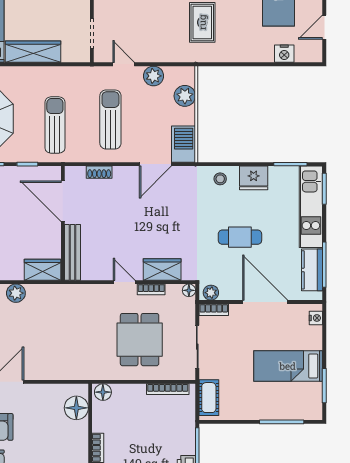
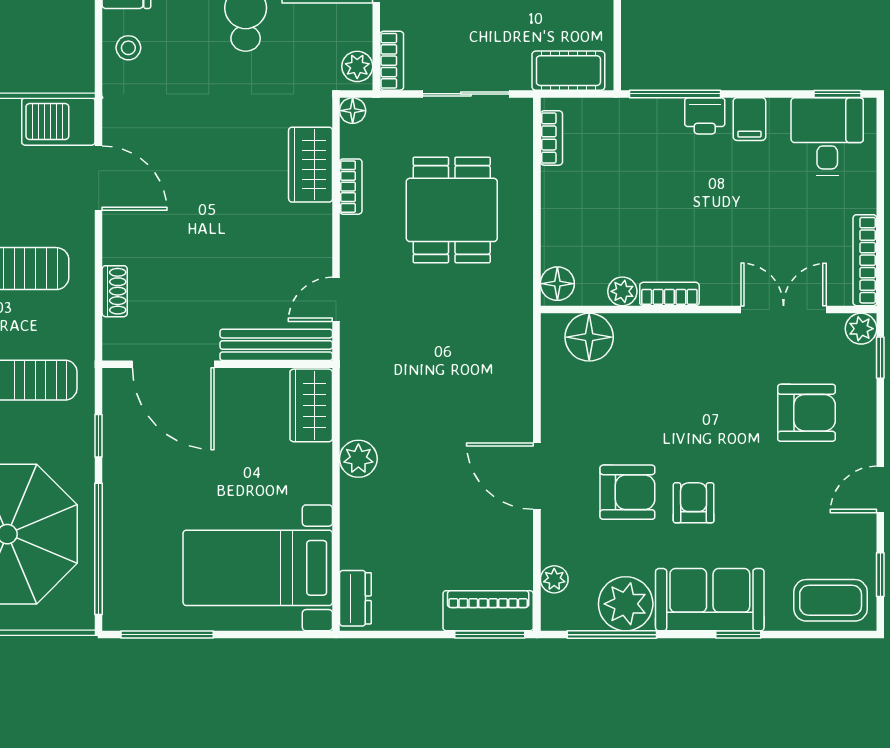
door: (63, 201) -> (173, 364), hinge flipped
door: (124, 282) -> (336, 299), moved
dining table: (140, 340) -> (452, 210), turned 90
bookcase: (168, 389) -> (551, 138), width x0.64
plant: (99, 424) -> (622, 291), added

